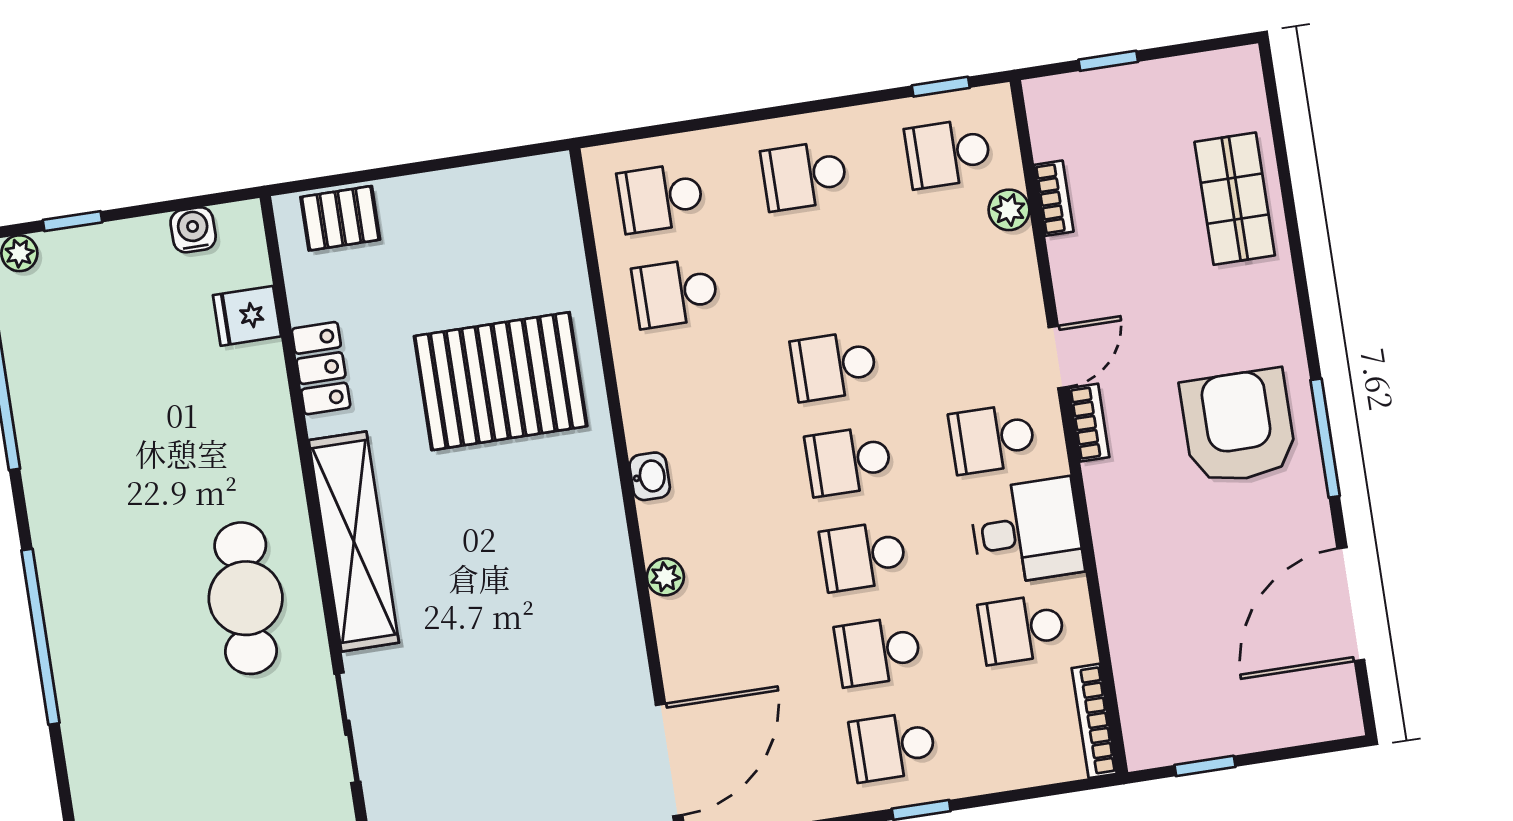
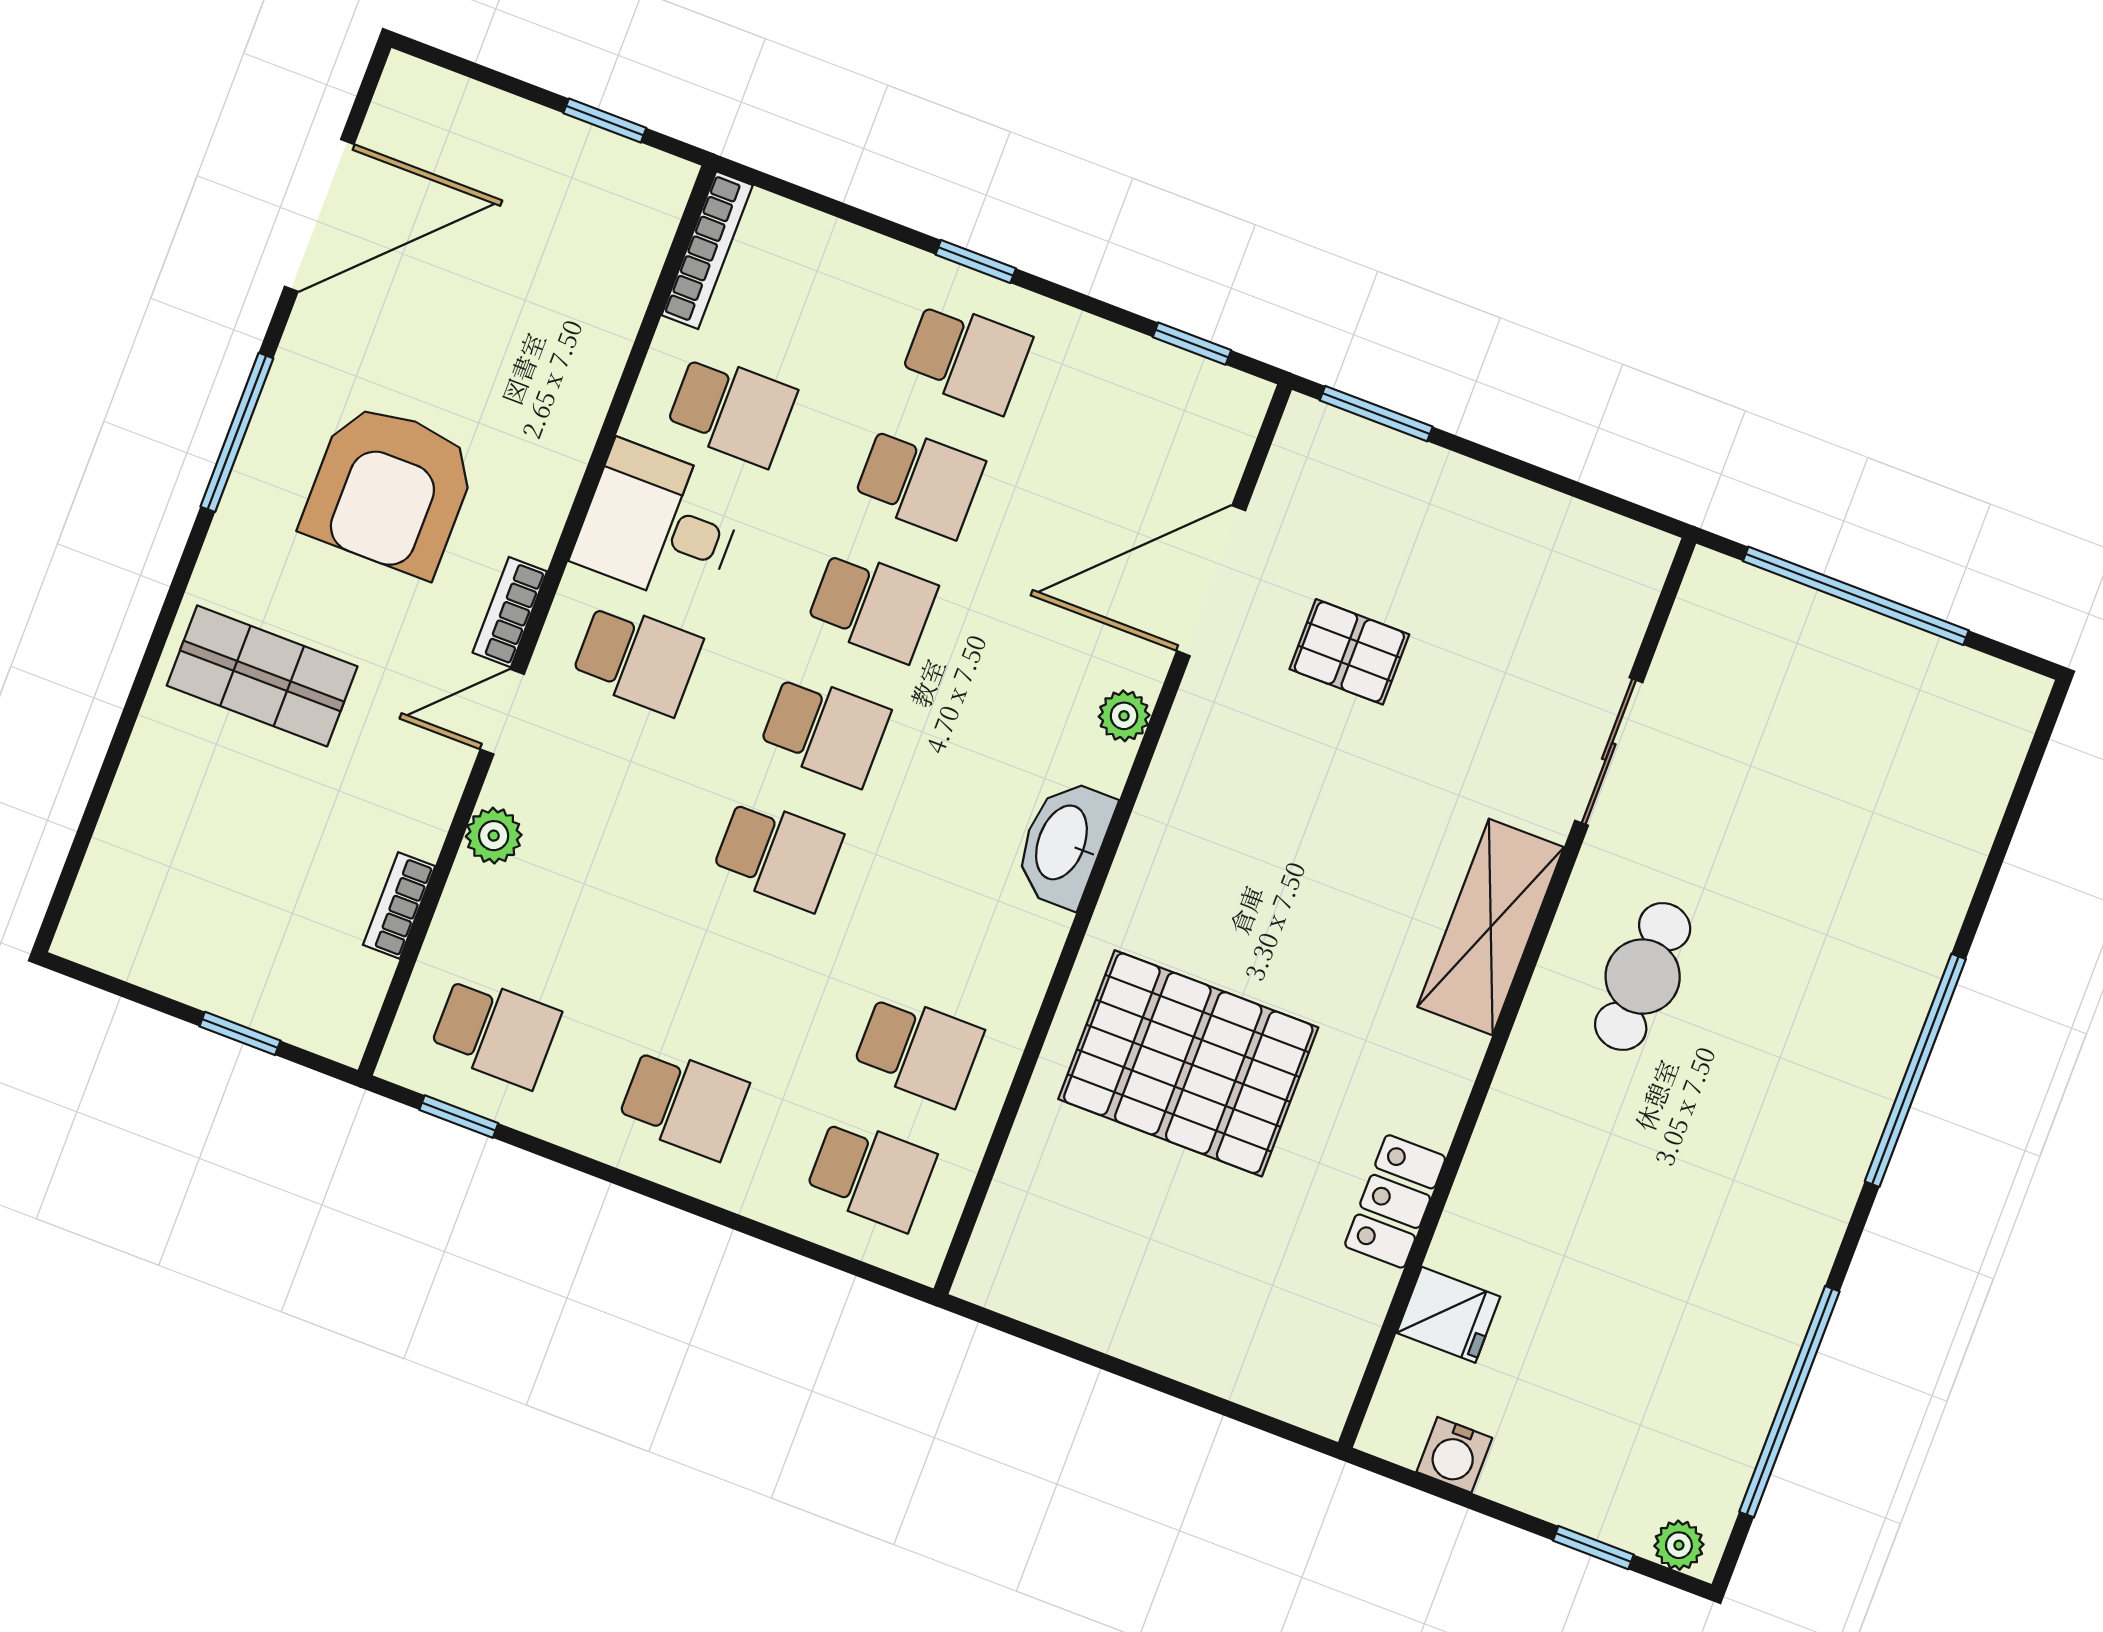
shop shelf: (1235, 199) -> (262, 676), moved, turned 90
plant: (1009, 210) -> (494, 836), moved
pallet: (340, 218) -> (1349, 652), moved
armchair: (1238, 426) -> (390, 489), moved
washbasin: (650, 476) -> (1064, 843), width x1.91, depth x1.45
shelving: (354, 541) -> (1491, 927), width x0.68
cafe table: (246, 598) -> (1643, 977), width x0.73, depth x0.74
door: (669, 760) -> (1211, 581), moved

